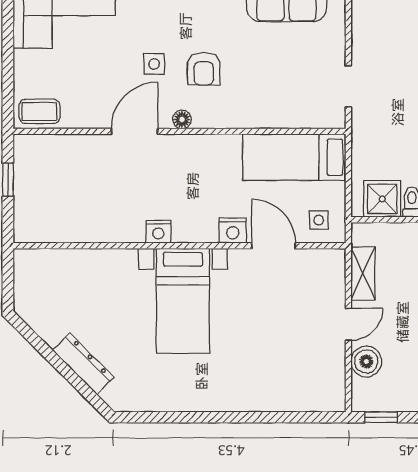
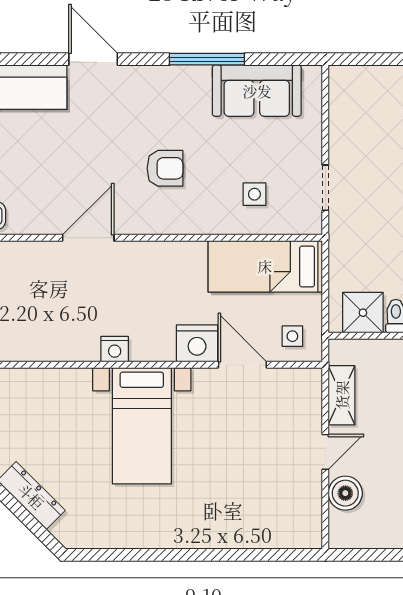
side table: (154, 64) -> (254, 194), moved
armchair: (204, 69) -> (165, 168), turned -90
floor lamp: (182, 119) -> (141, 225), removed
nightstand: (233, 231) -> (197, 343), width x1.36, depth x1.33
window: (381, 417) -> (362, 555), removed

